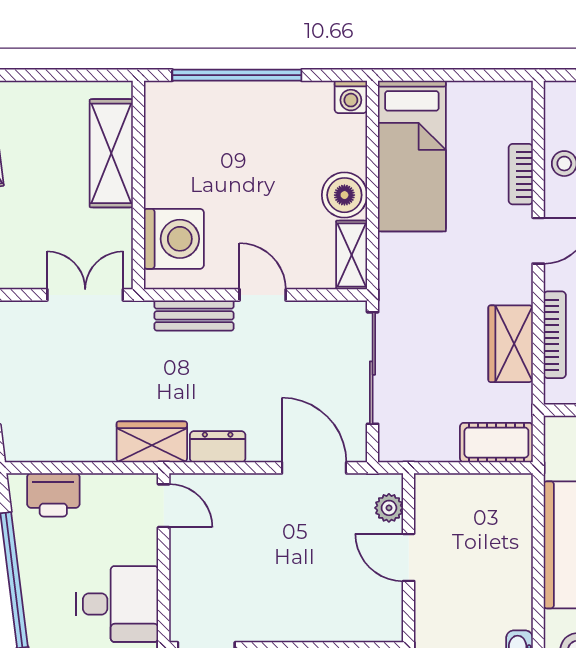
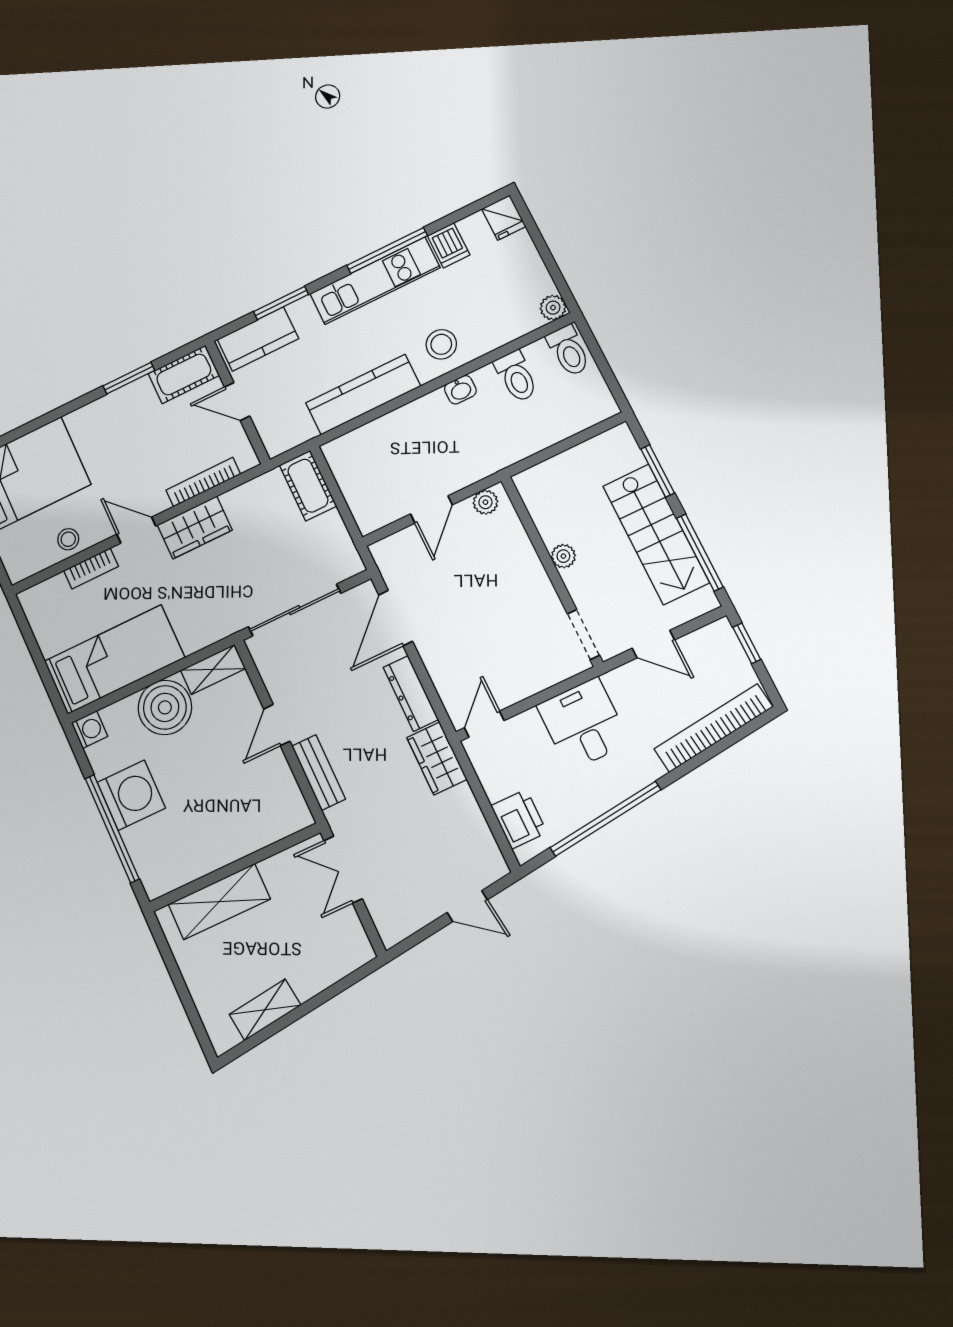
boiler: (344, 195) -> (165, 707), width x1.37, depth x1.37
washing machine: (174, 239) -> (131, 795), moved, turned 90
wardrobe: (511, 344) -> (195, 527), moved
dresser: (218, 447) -> (411, 693), width x1.44
plant: (389, 508) -> (485, 502), moved

